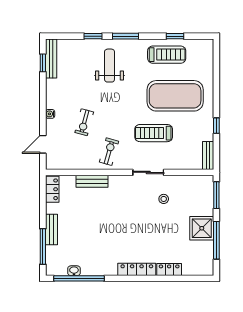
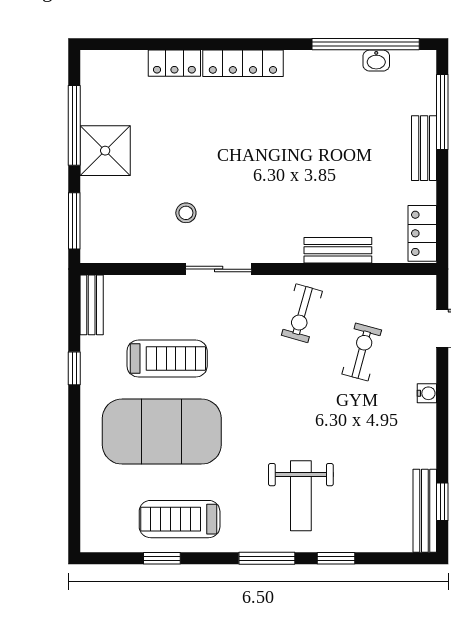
exercise bike: (84, 122) -> (362, 352), moved
treadmill: (154, 133) -> (167, 359), moved

